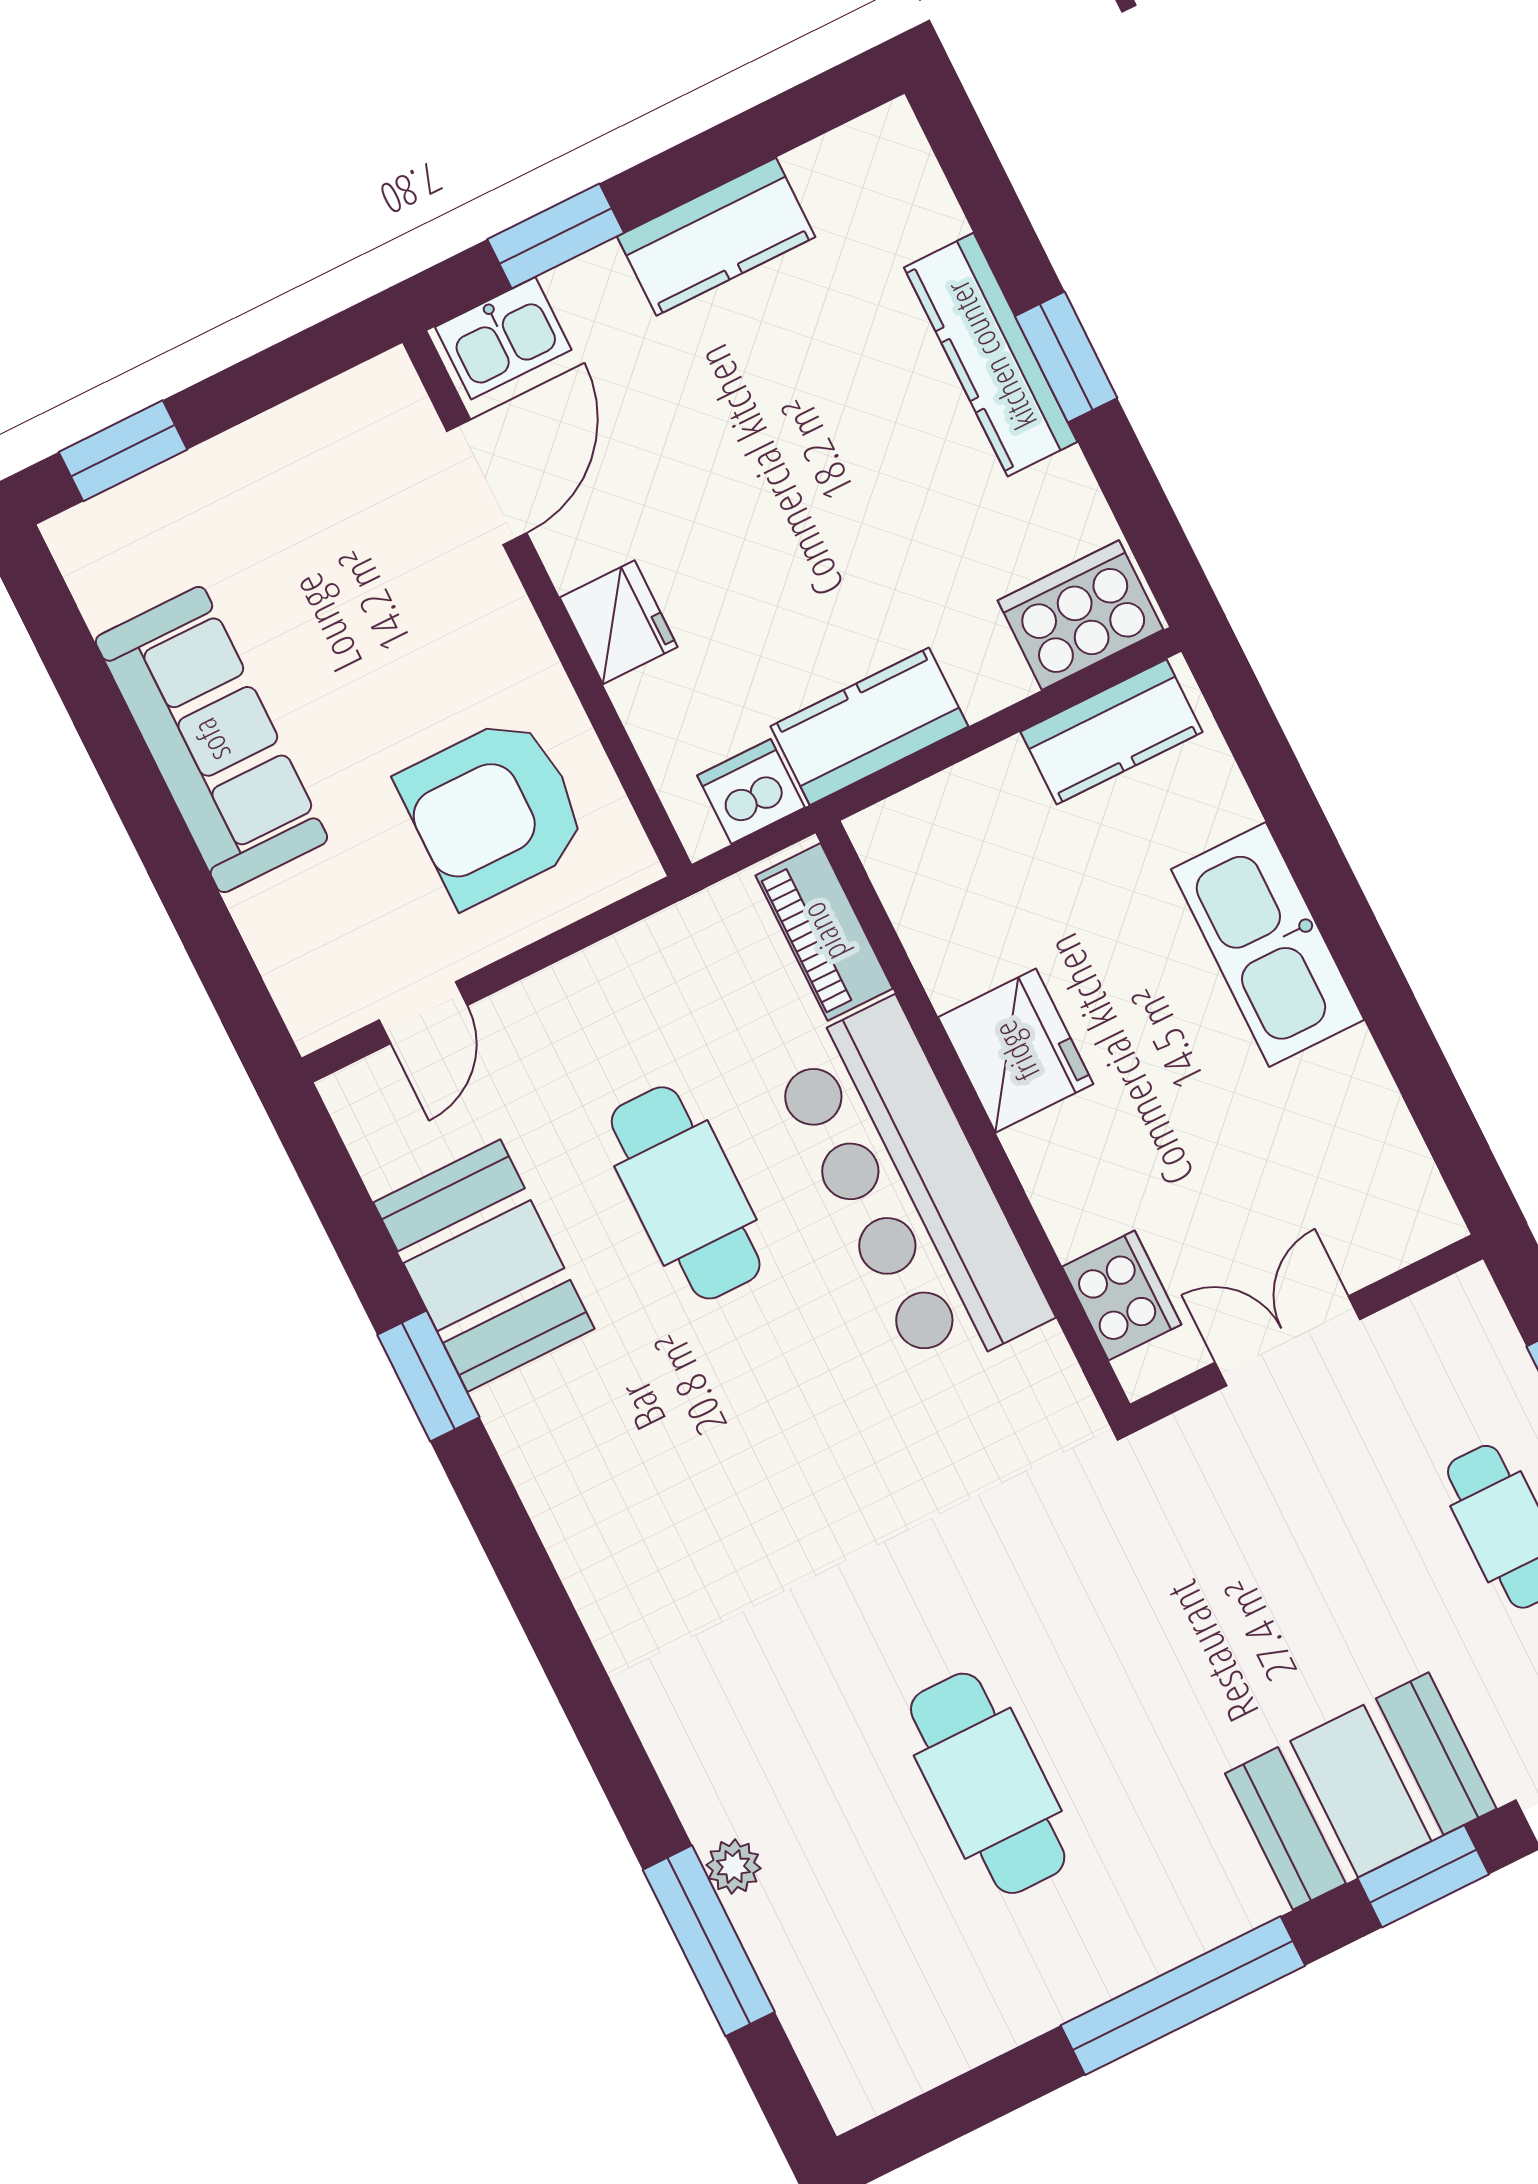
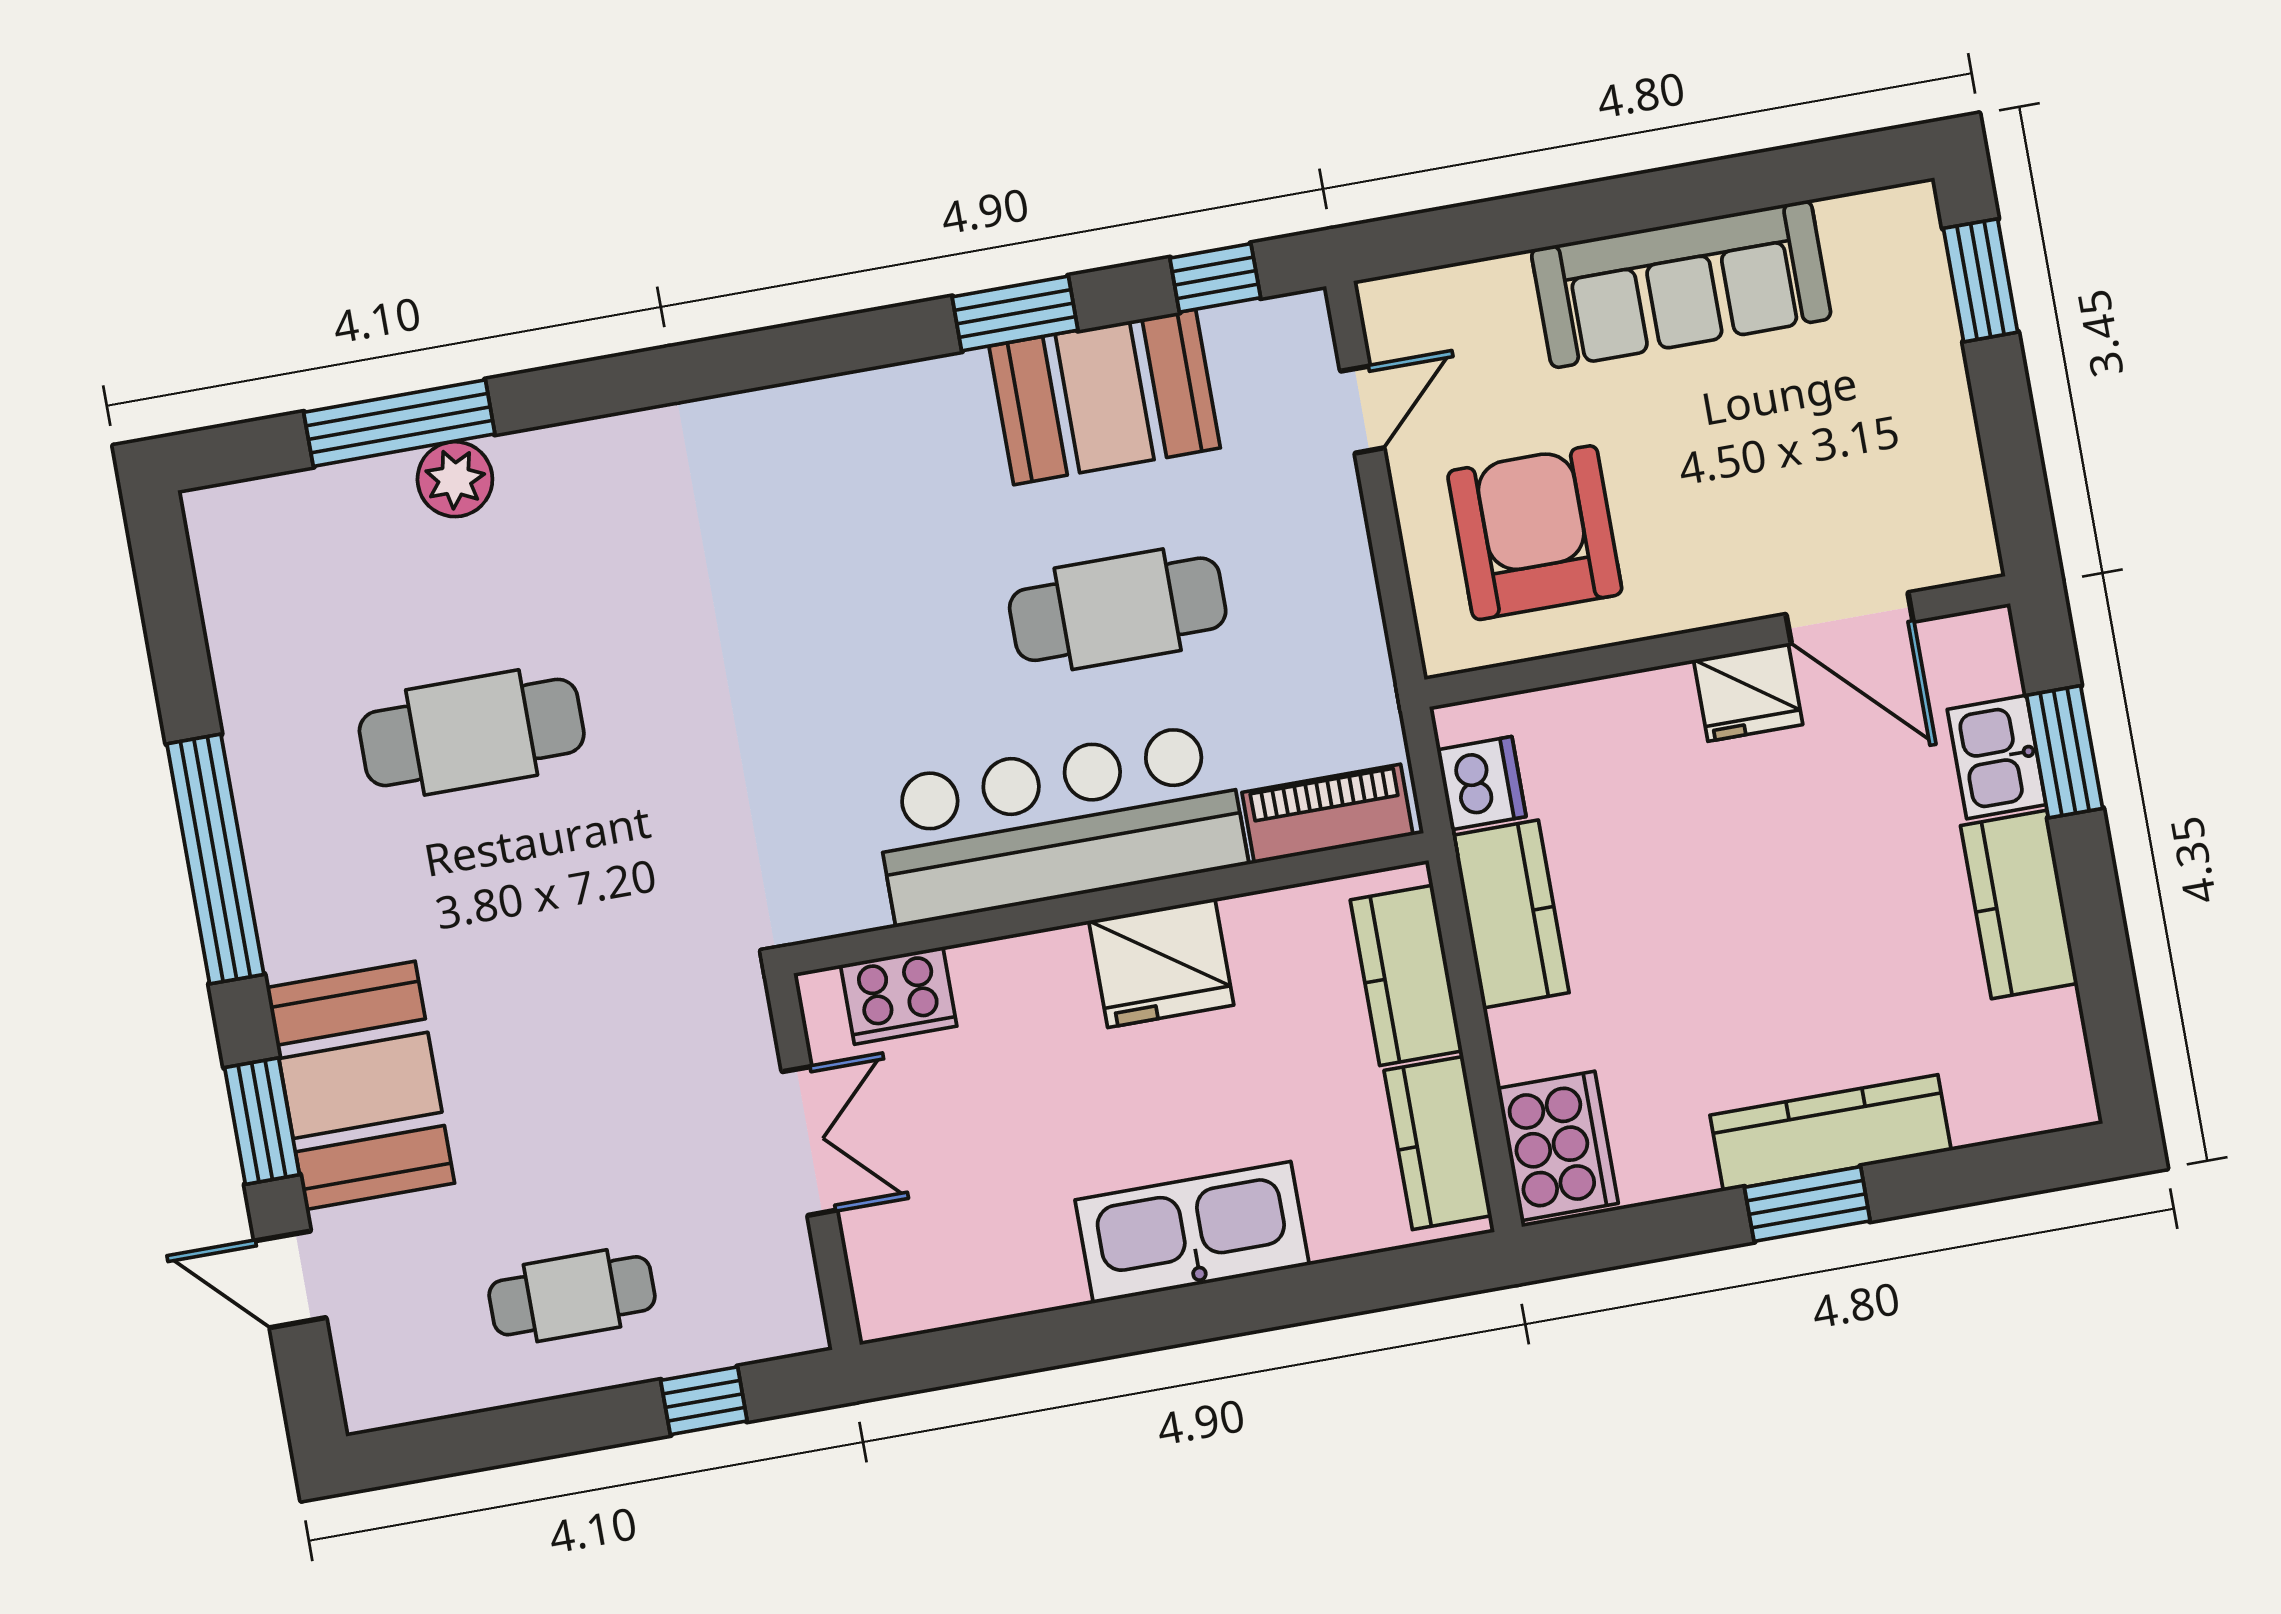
kitchen sink: (503, 338) -> (1997, 757), moved
fridge: (619, 622) -> (1748, 692), moved
kitchen counter: (958, 810) -> (1406, 975), added
door: (423, 1013) -> (1362, 410), swing flipped
window: (337, 1192) -> (1215, 278), added
plant: (733, 1867) -> (455, 479), width x1.38, depth x1.38

